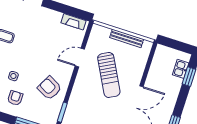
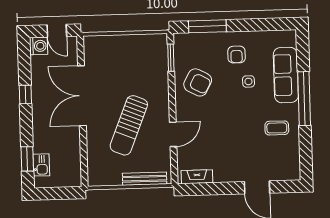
bench: (127, 38) -> (145, 179), moved
sun lounger: (109, 75) -> (129, 125), turned -130

